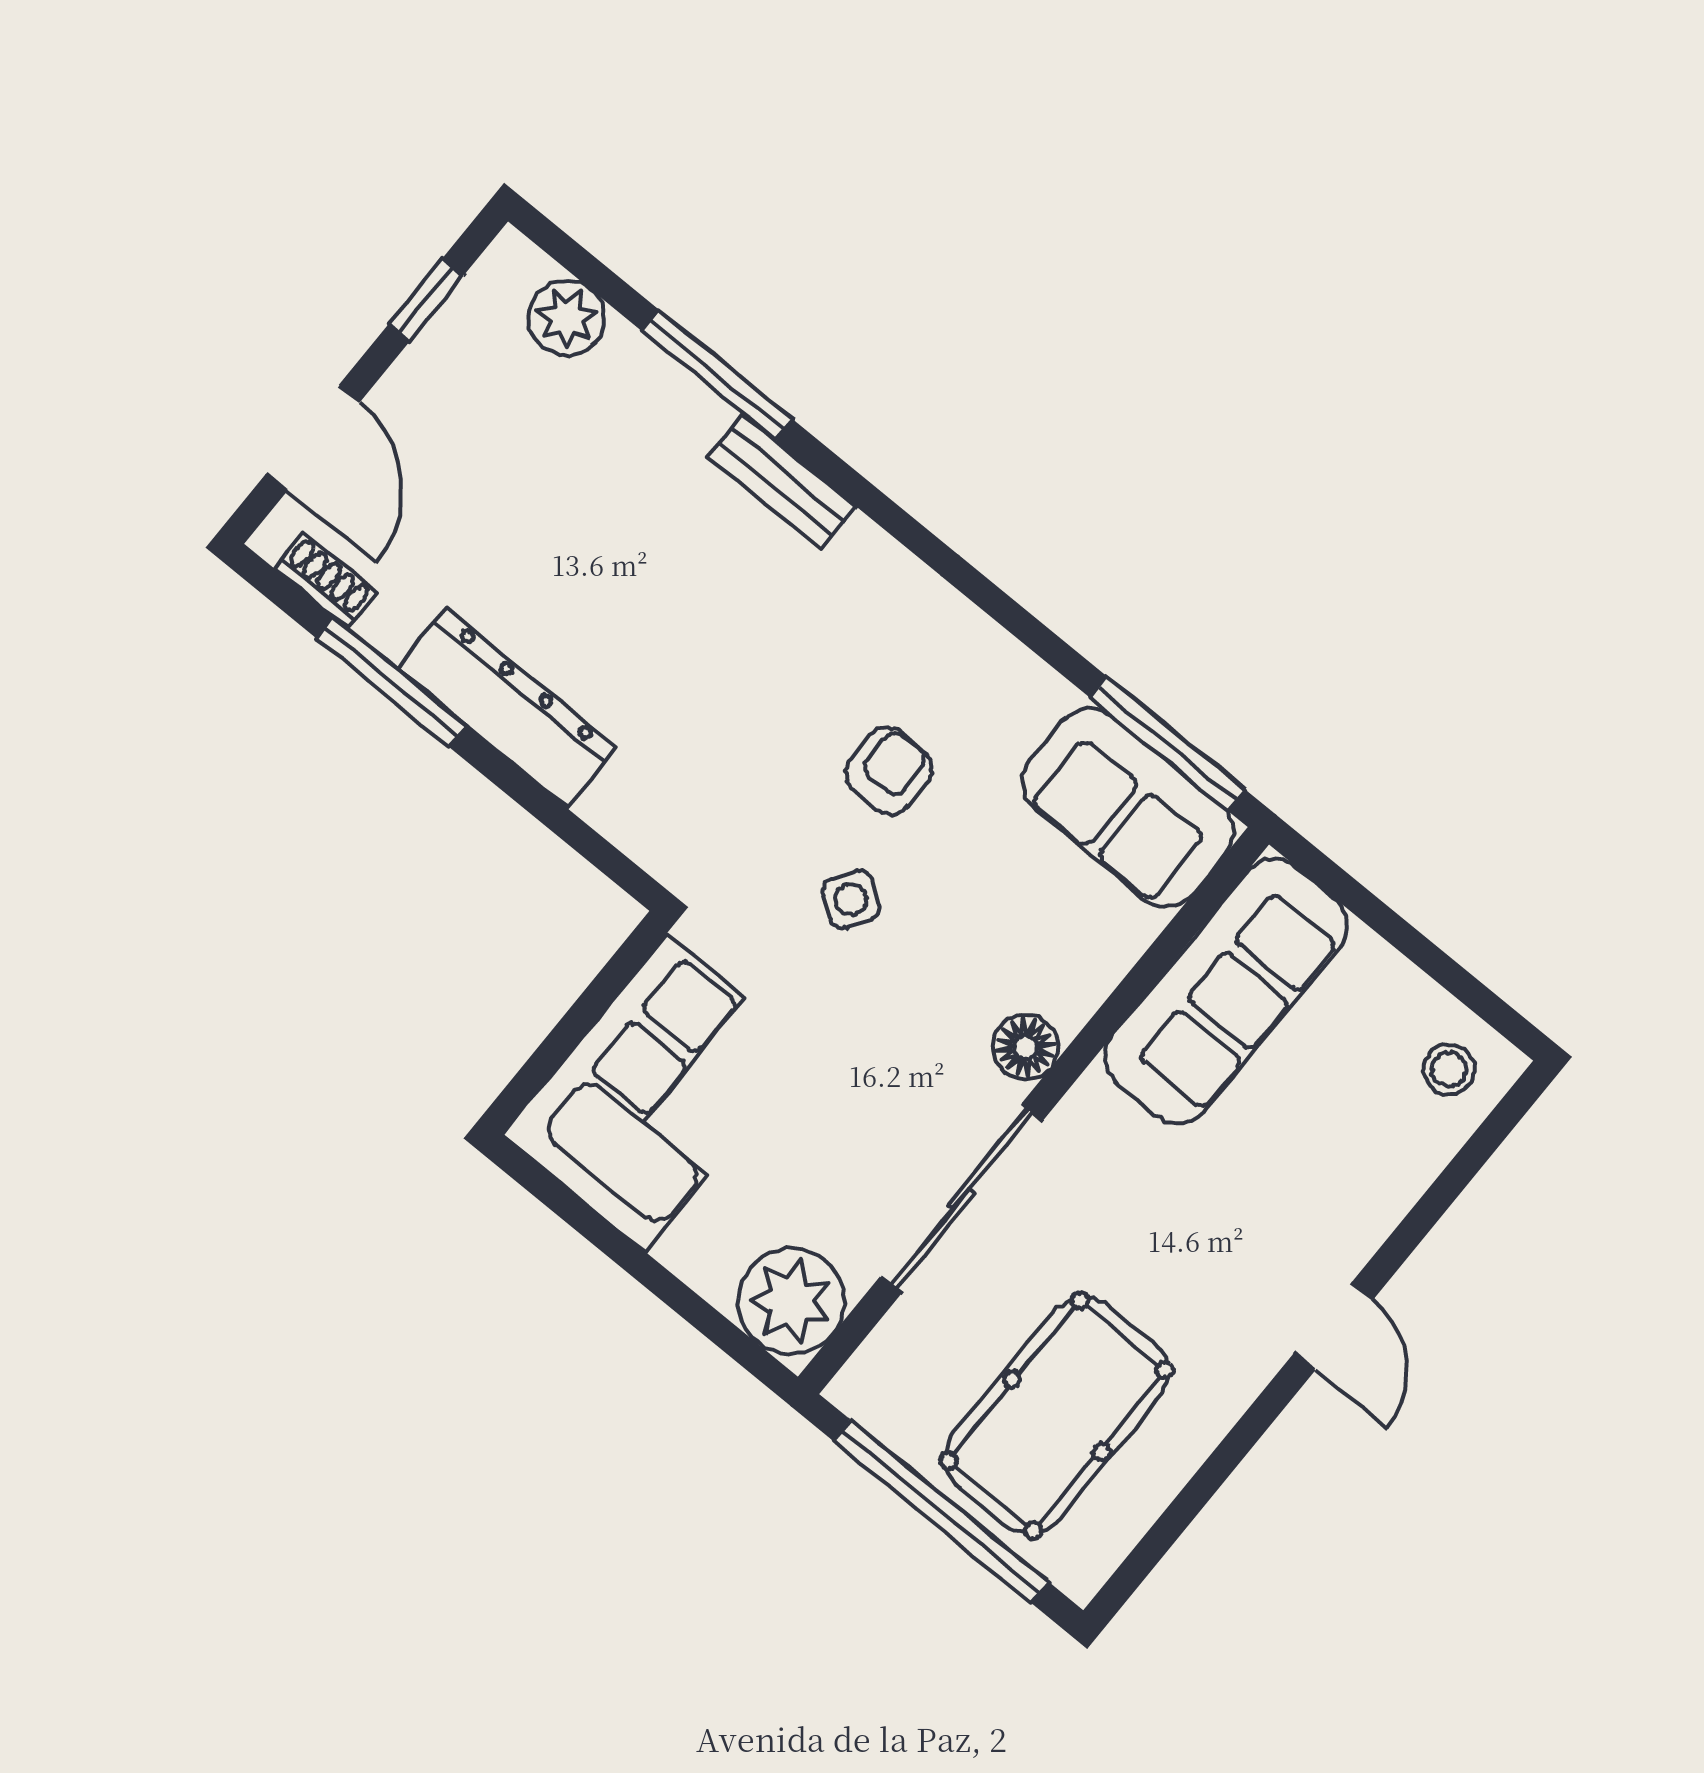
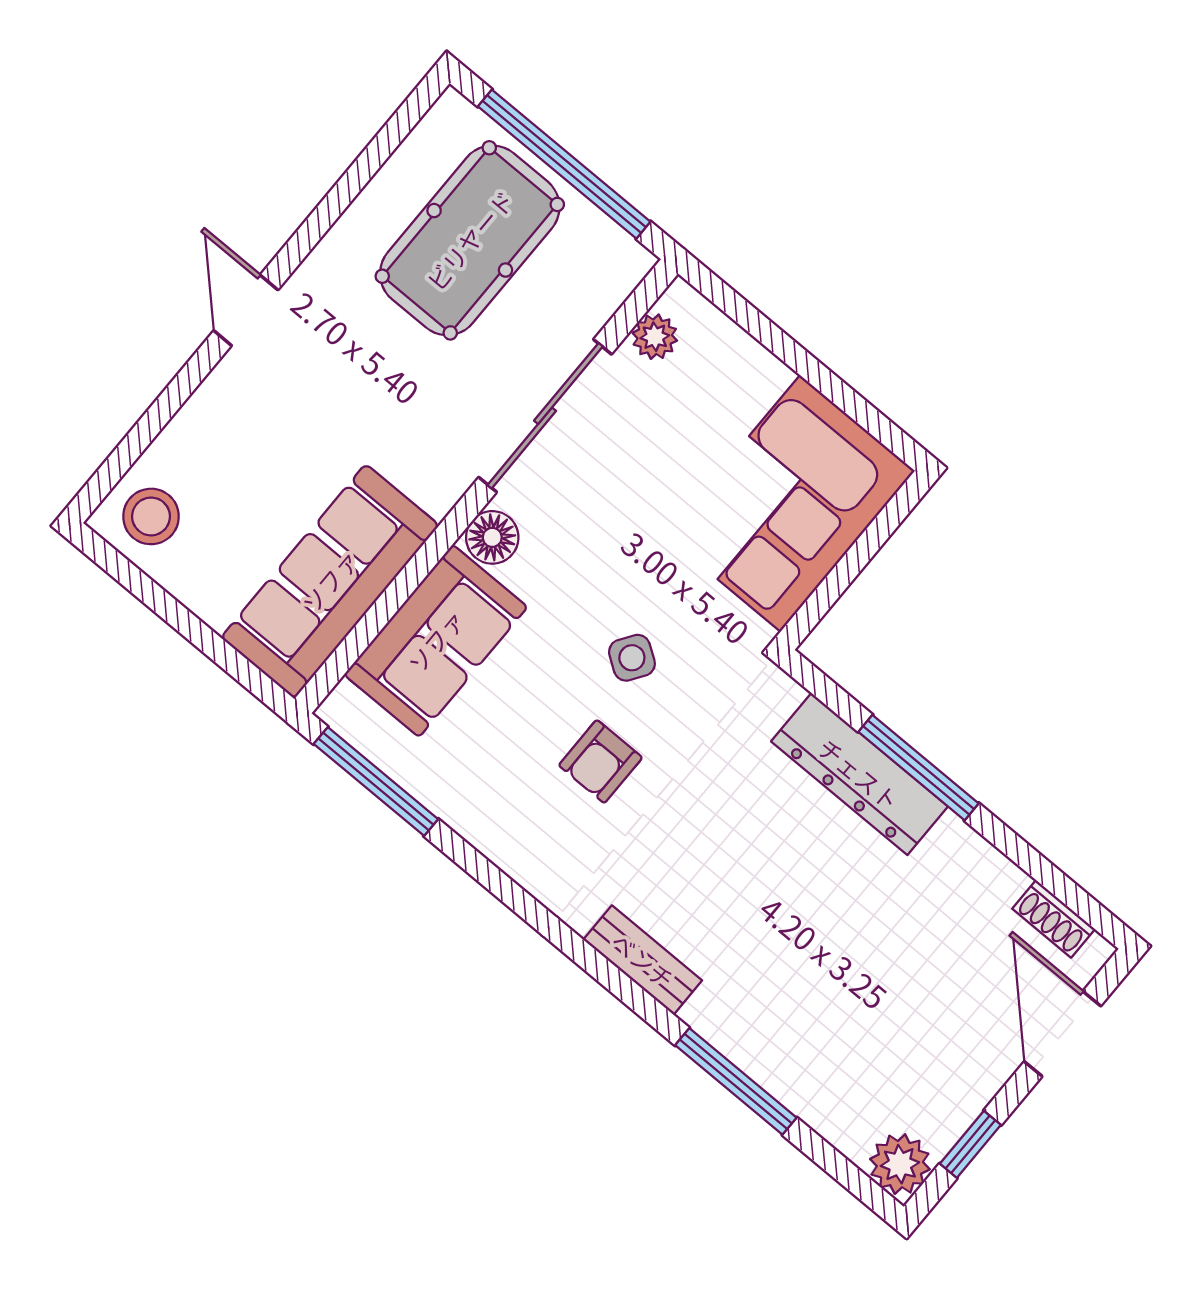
plant: (566, 318) -> (900, 1164), moved
bench: (782, 482) -> (643, 960), moved
window: (391, 682) -> (919, 768), moved
dresser: (507, 708) -> (859, 774), moved
sofa: (1128, 807) -> (436, 641), moved, turned 90
stool: (1449, 1069) -> (151, 516), width x1.37, depth x1.37
plant: (791, 1301) -> (655, 337), width x0.53, depth x0.53

